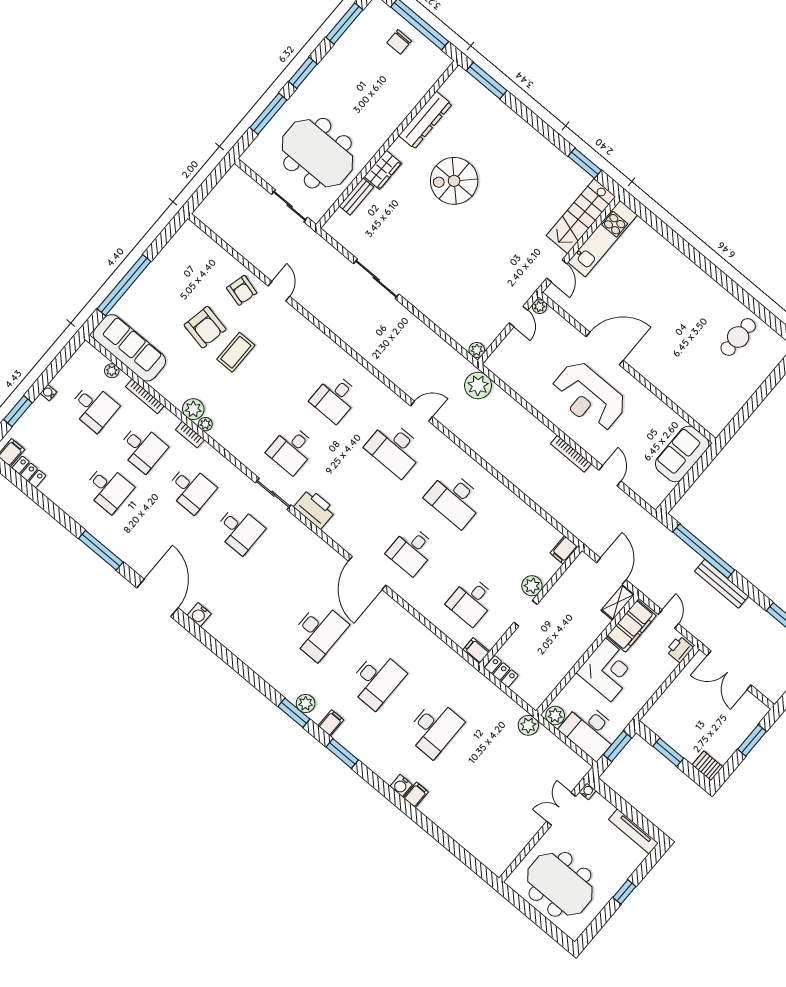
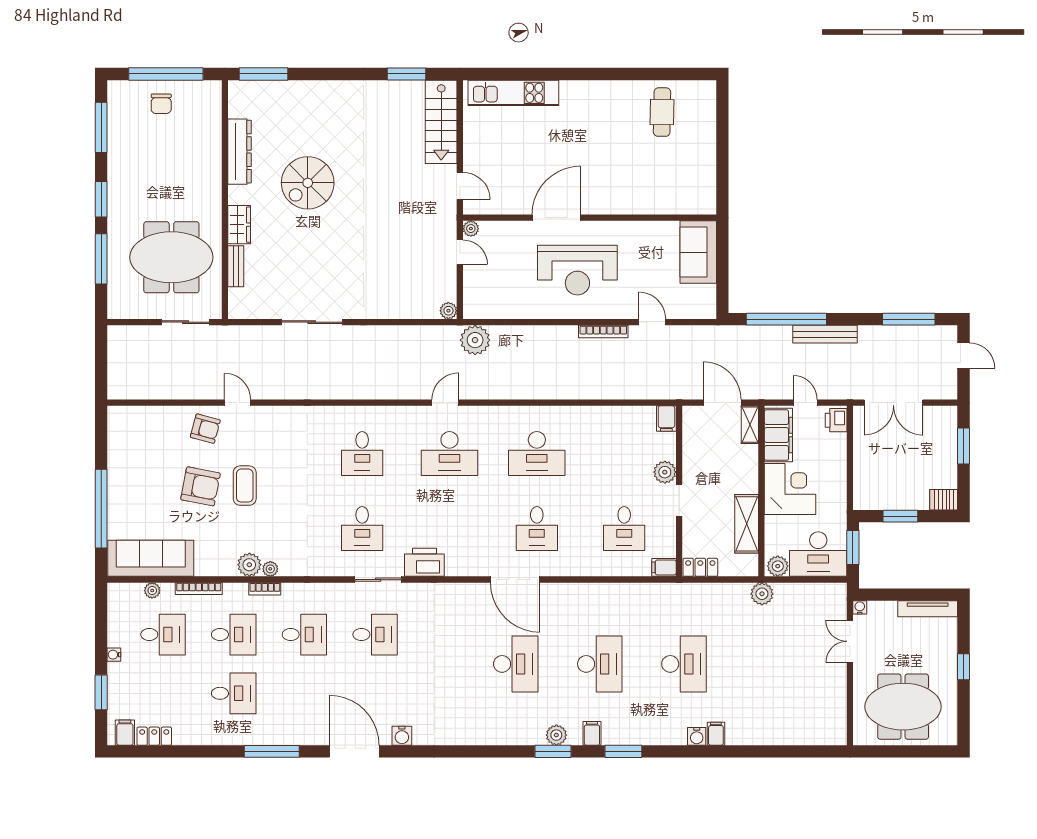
kitchen unit: (603, 239) -> (513, 93), moved, turned 90
shelving: (558, 669) -> (747, 524), added

